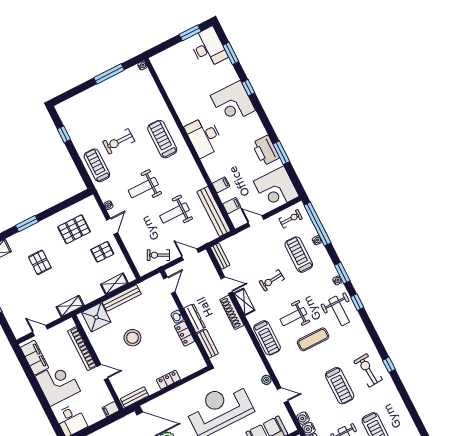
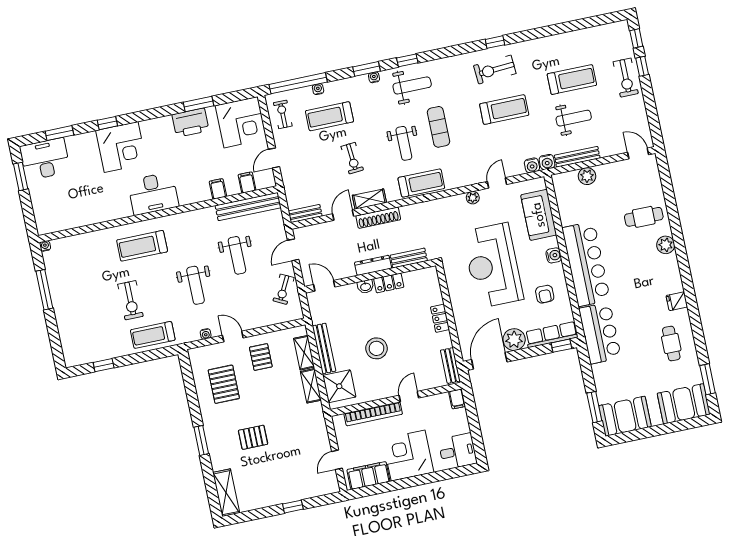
shelving: (70, 306) -> (311, 386), moved

